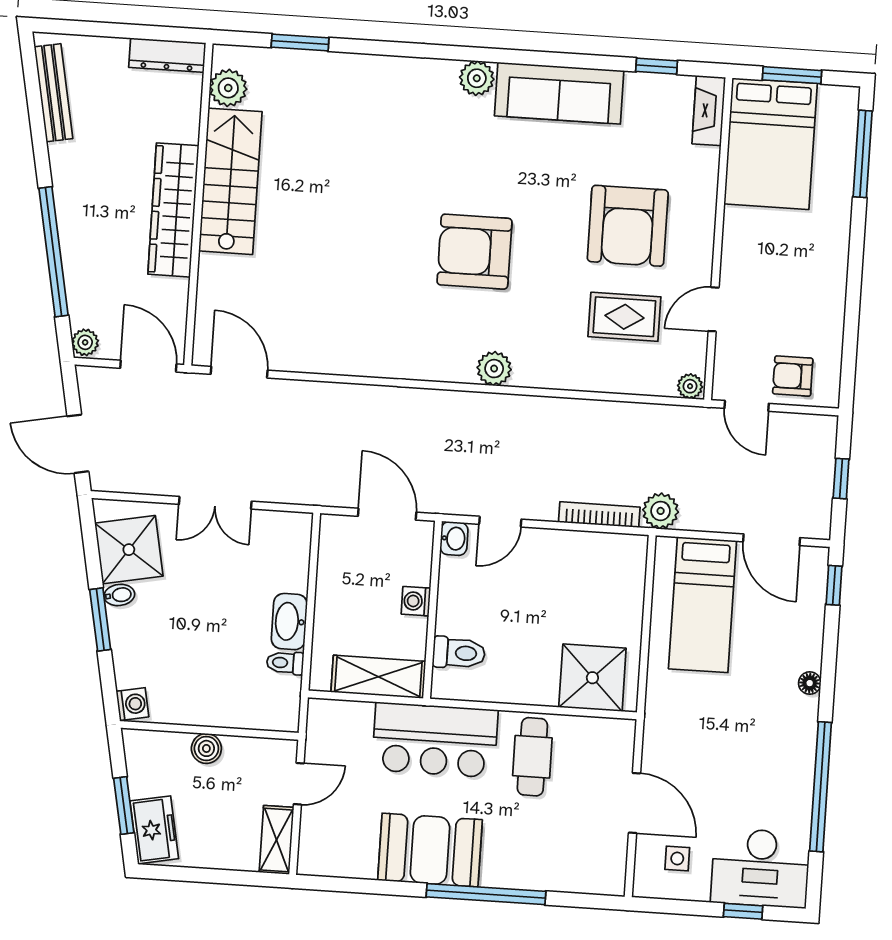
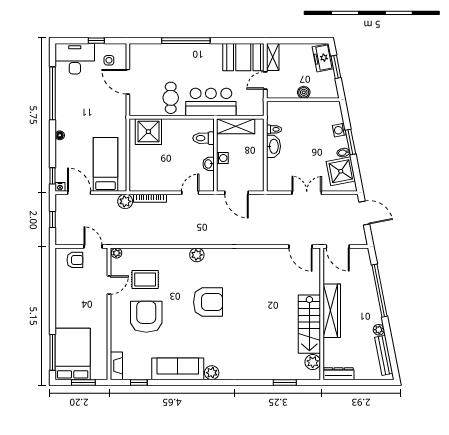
bed: (771, 144) -> (73, 354), moved
plant: (85, 342) -> (379, 330), moved
washbasin: (454, 539) -> (209, 164), moved
nightstand: (817, 557) -> (60, 187), added
washing machine: (132, 704) -> (339, 130), moved
booth: (430, 850) -> (243, 57), moved
window: (743, 911) -> (96, 41), moved

